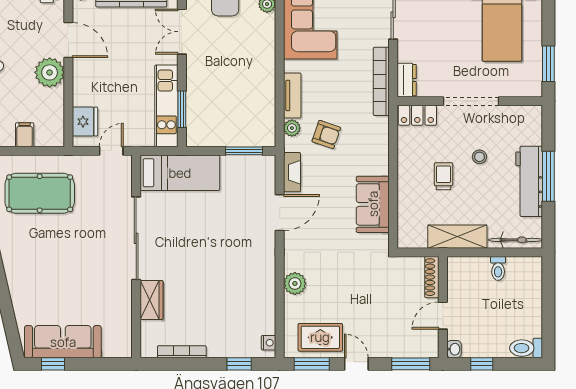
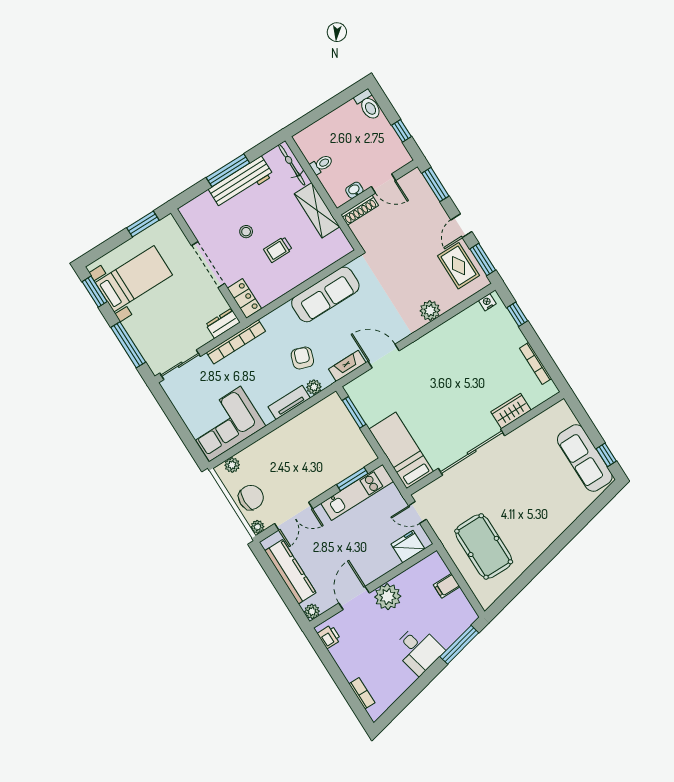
sofa: (373, 204) -> (325, 294), width x1.36
washbasin: (454, 349) -> (354, 190), moved

